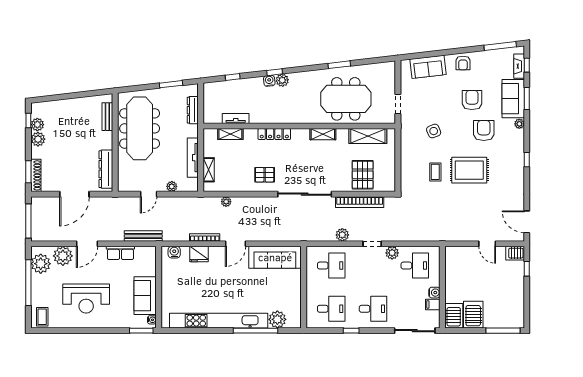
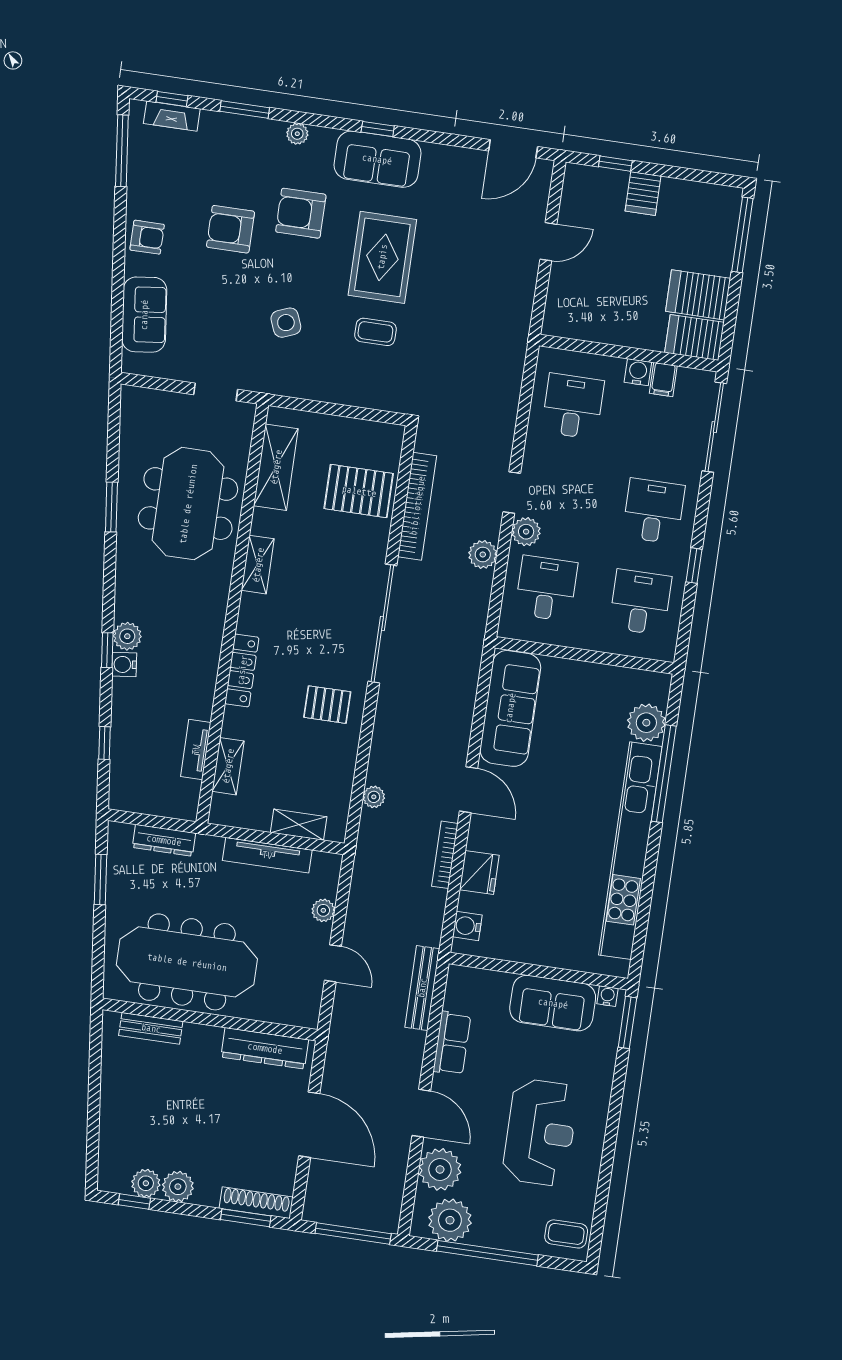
sofa: (513, 99) -> (377, 159), moved
pallet: (265, 175) -> (327, 705), turned 90
plant: (392, 253) -> (526, 532), moved
server rack: (515, 253) -> (643, 193), moved

